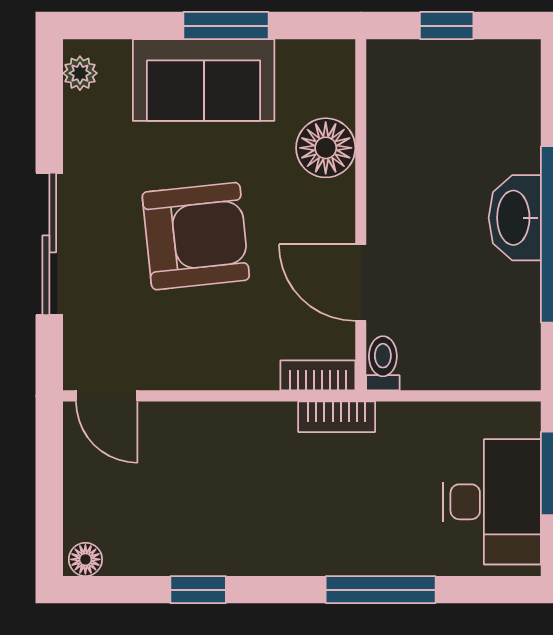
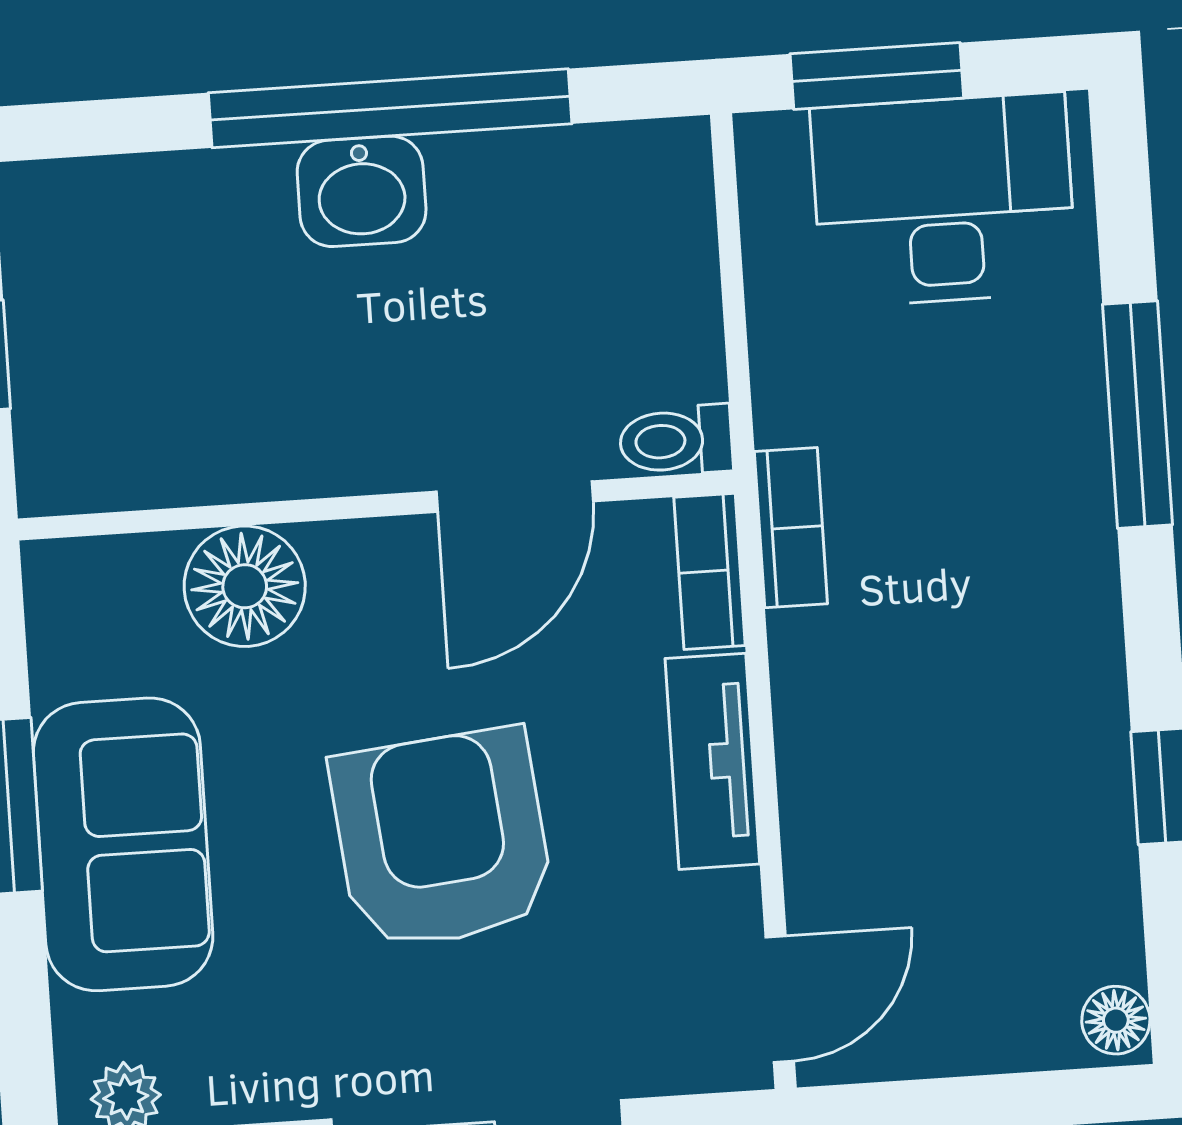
washbasin: (515, 218) -> (362, 191), width x0.72
tv unit: (225, 371) -> (712, 761), added

